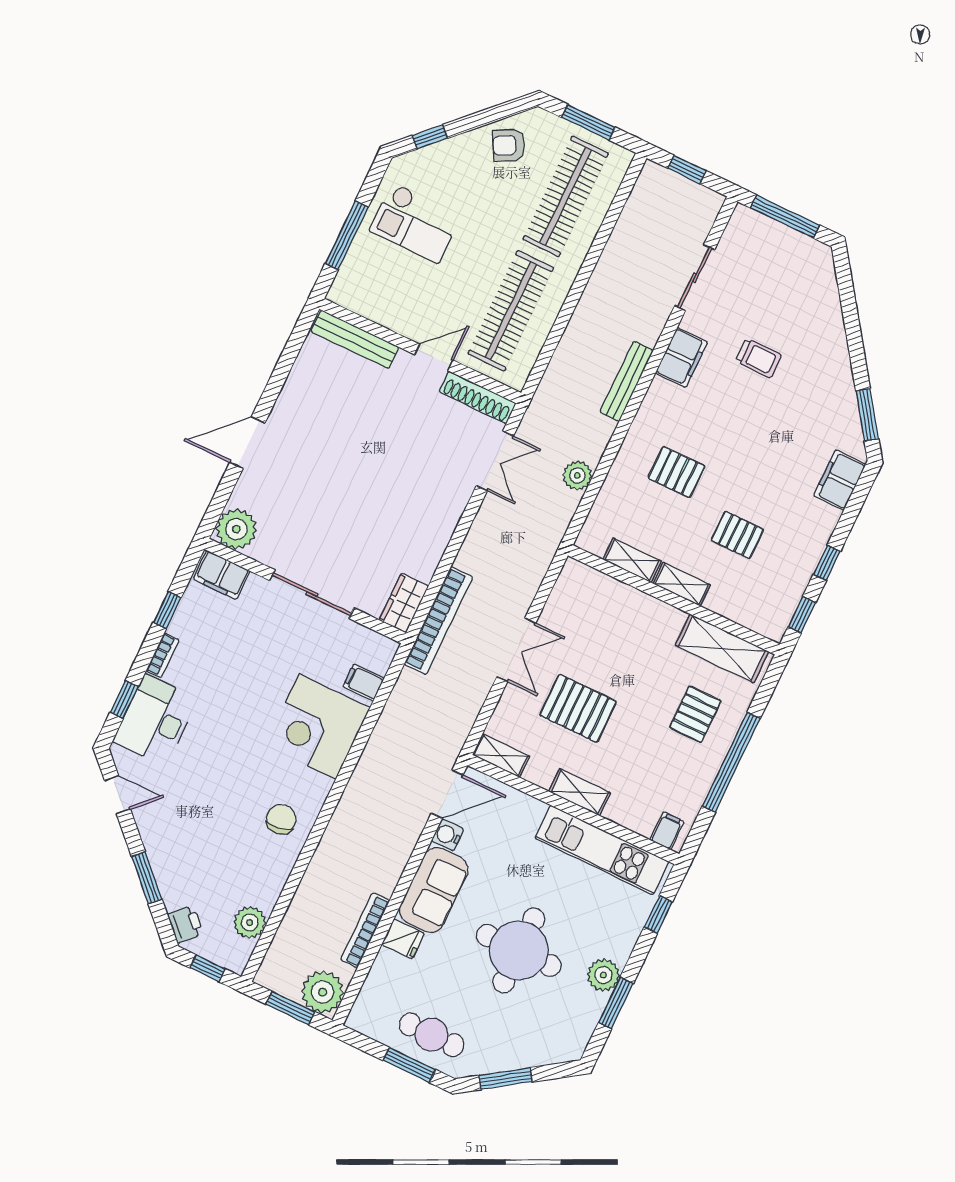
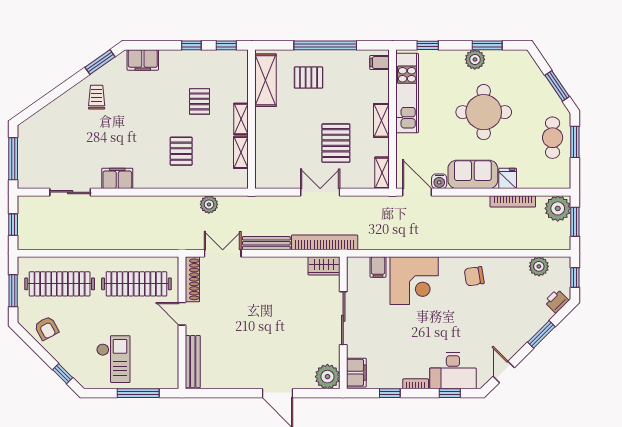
trolley: (758, 358) -> (97, 97), moved
bench: (627, 381) -> (266, 243), moved

